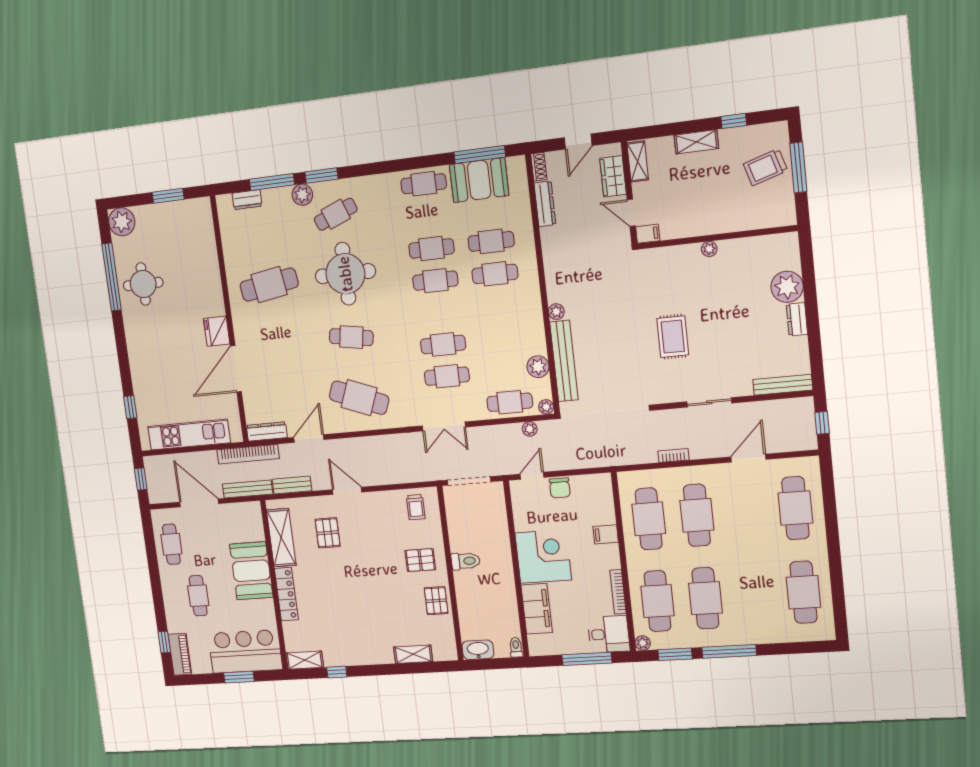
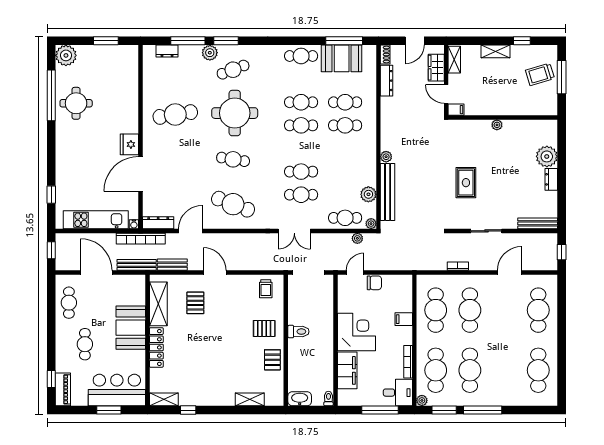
water cooler: (237, 436) -> (134, 224), added
chair: (560, 488) -> (374, 283), turned -90

